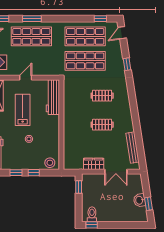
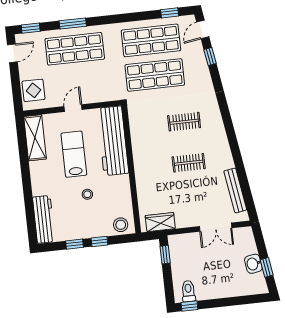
window: (127, 64) -> (210, 56), moved
workbench: (53, 97) -> (113, 141), width x1.36, depth x1.32
wardrobe: (94, 164) -> (160, 222), moved

